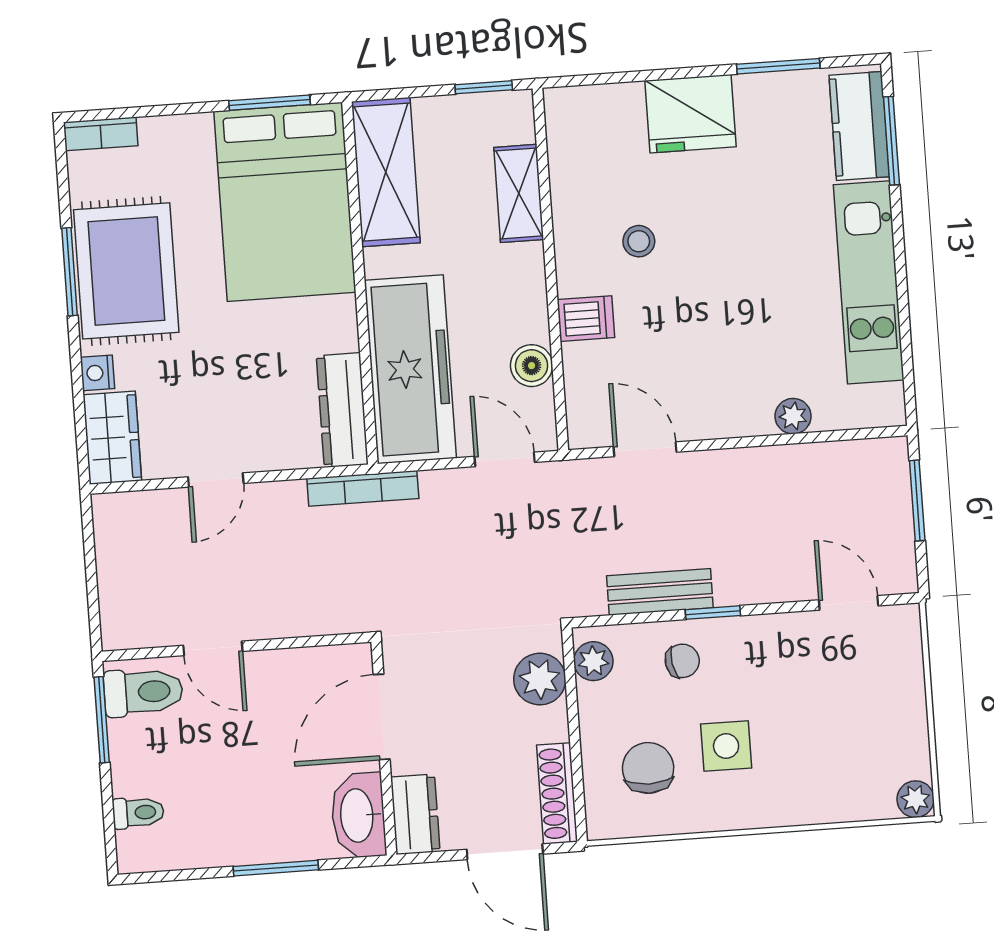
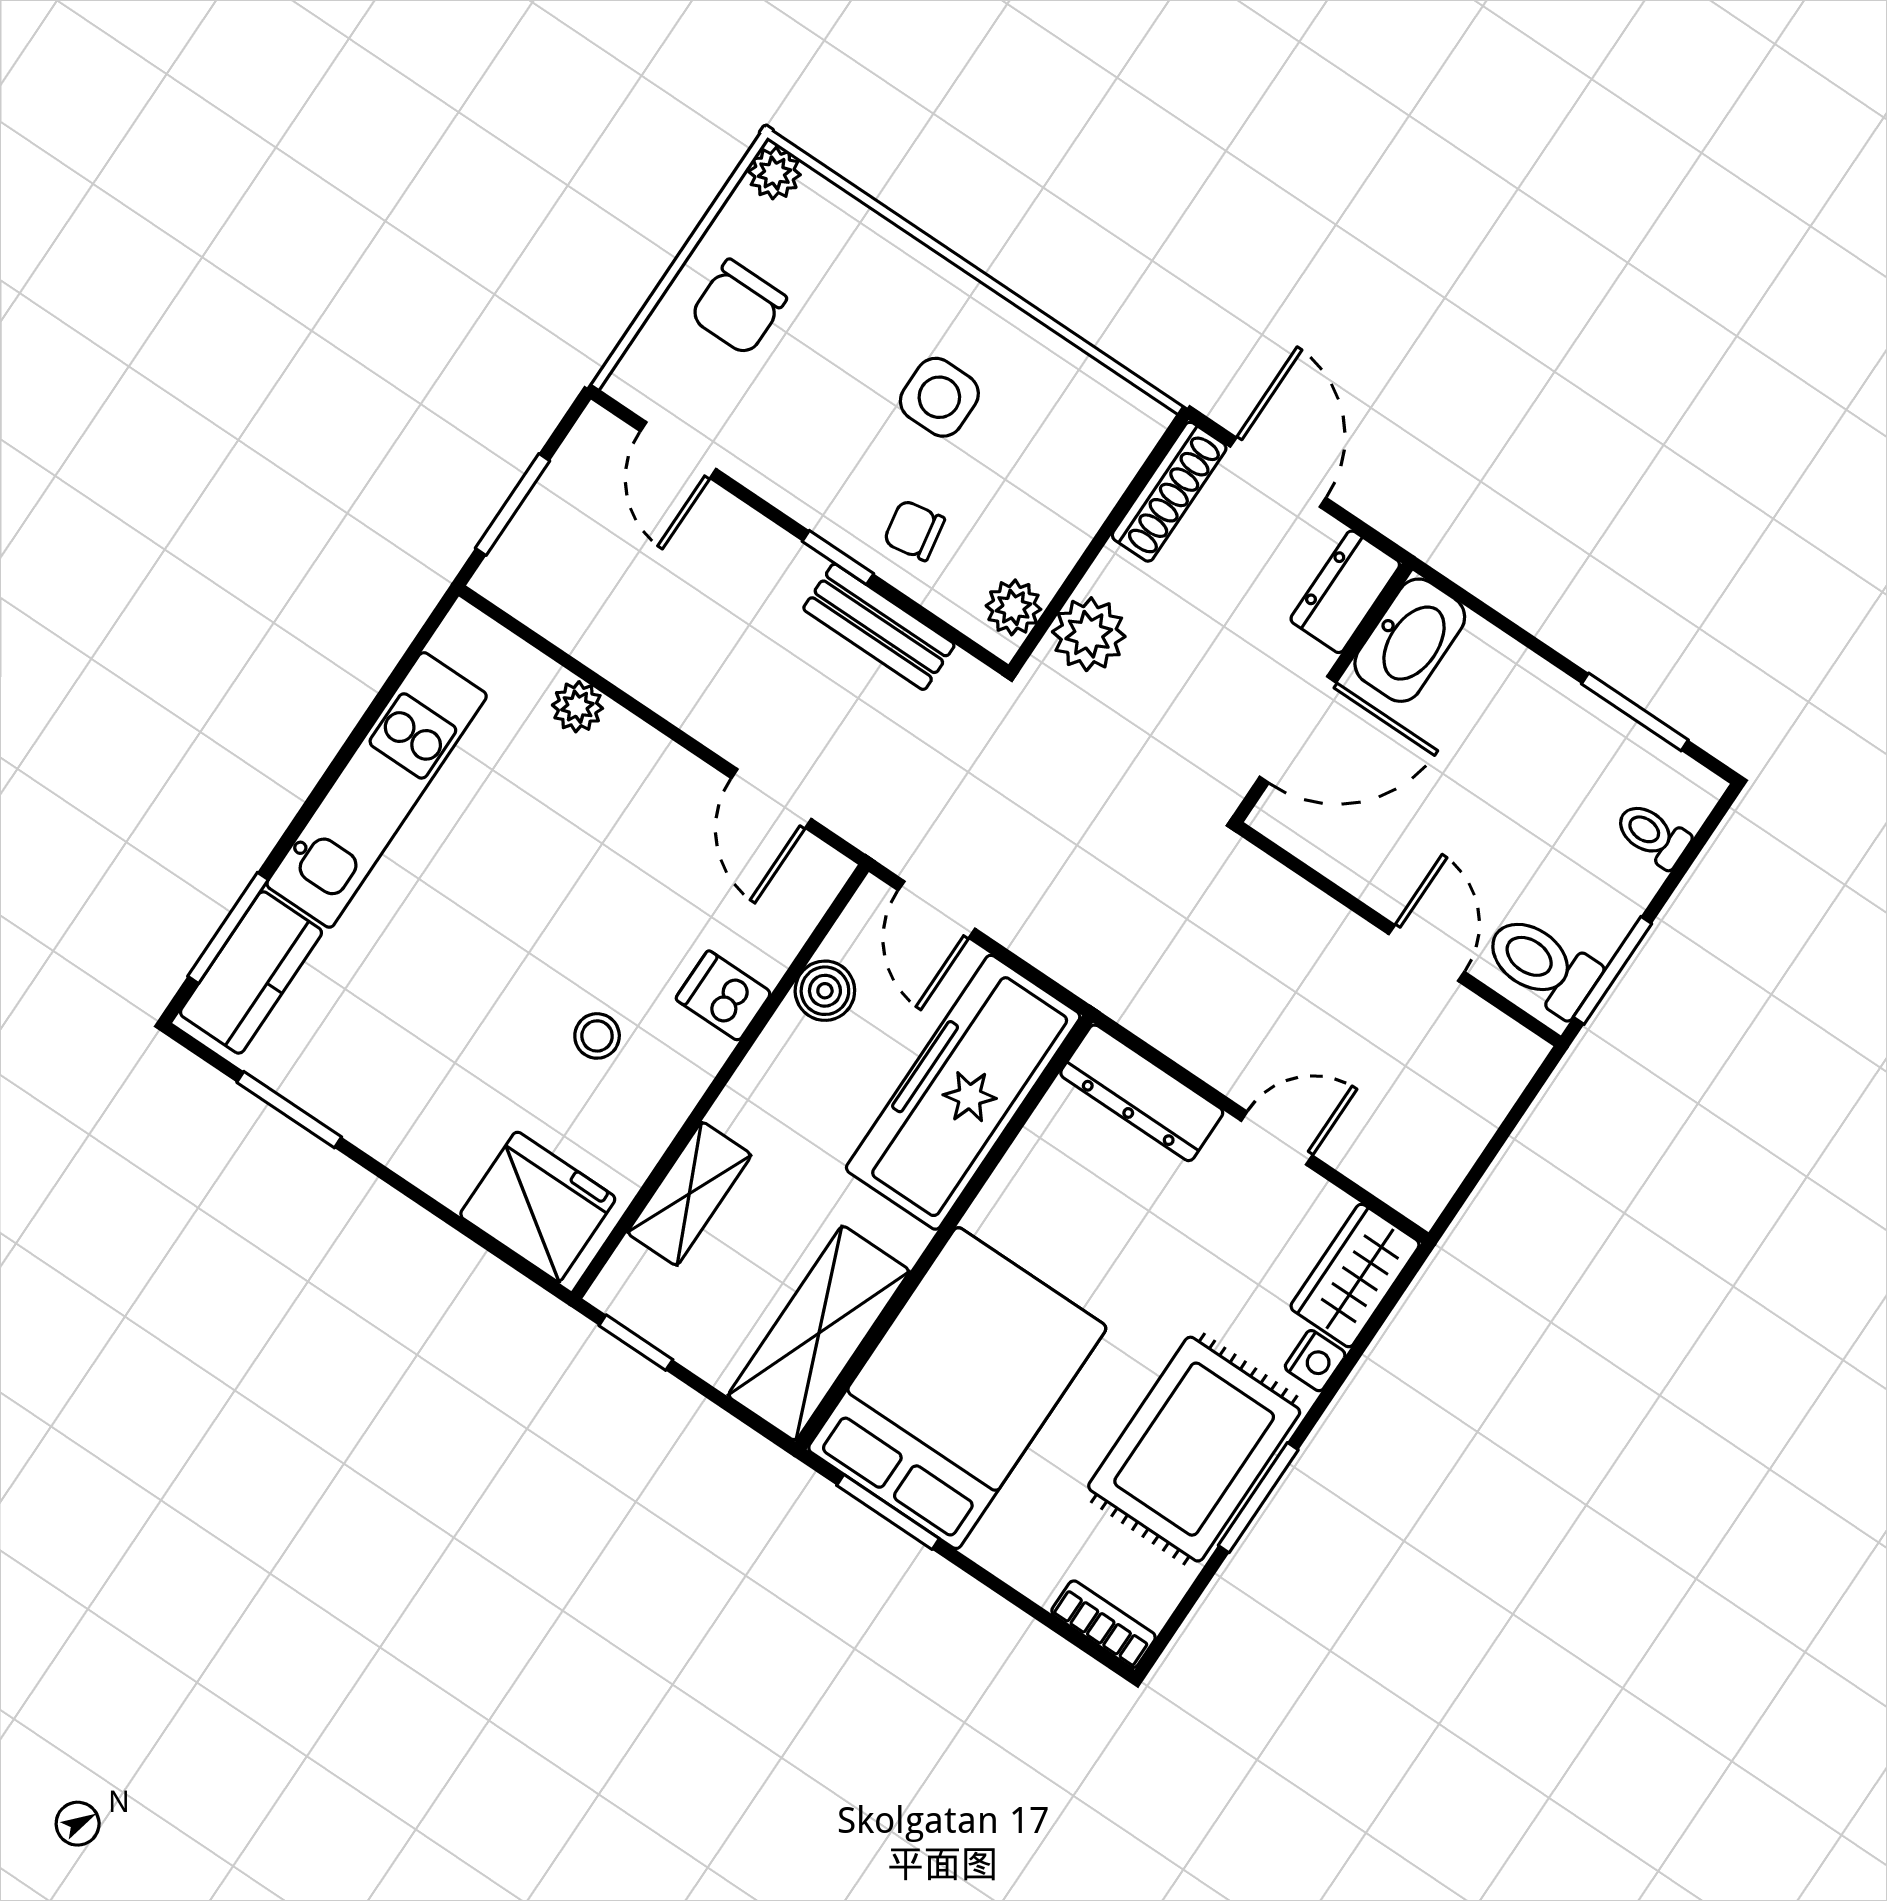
fridge: (690, 114) -> (538, 1207), moved
dresser: (342, 410) -> (1142, 1093), moved, turned 90
bookcase: (363, 488) -> (1120, 1001), removed
chair: (648, 768) -> (738, 307), moved
window: (276, 868) -> (1635, 712), moved

